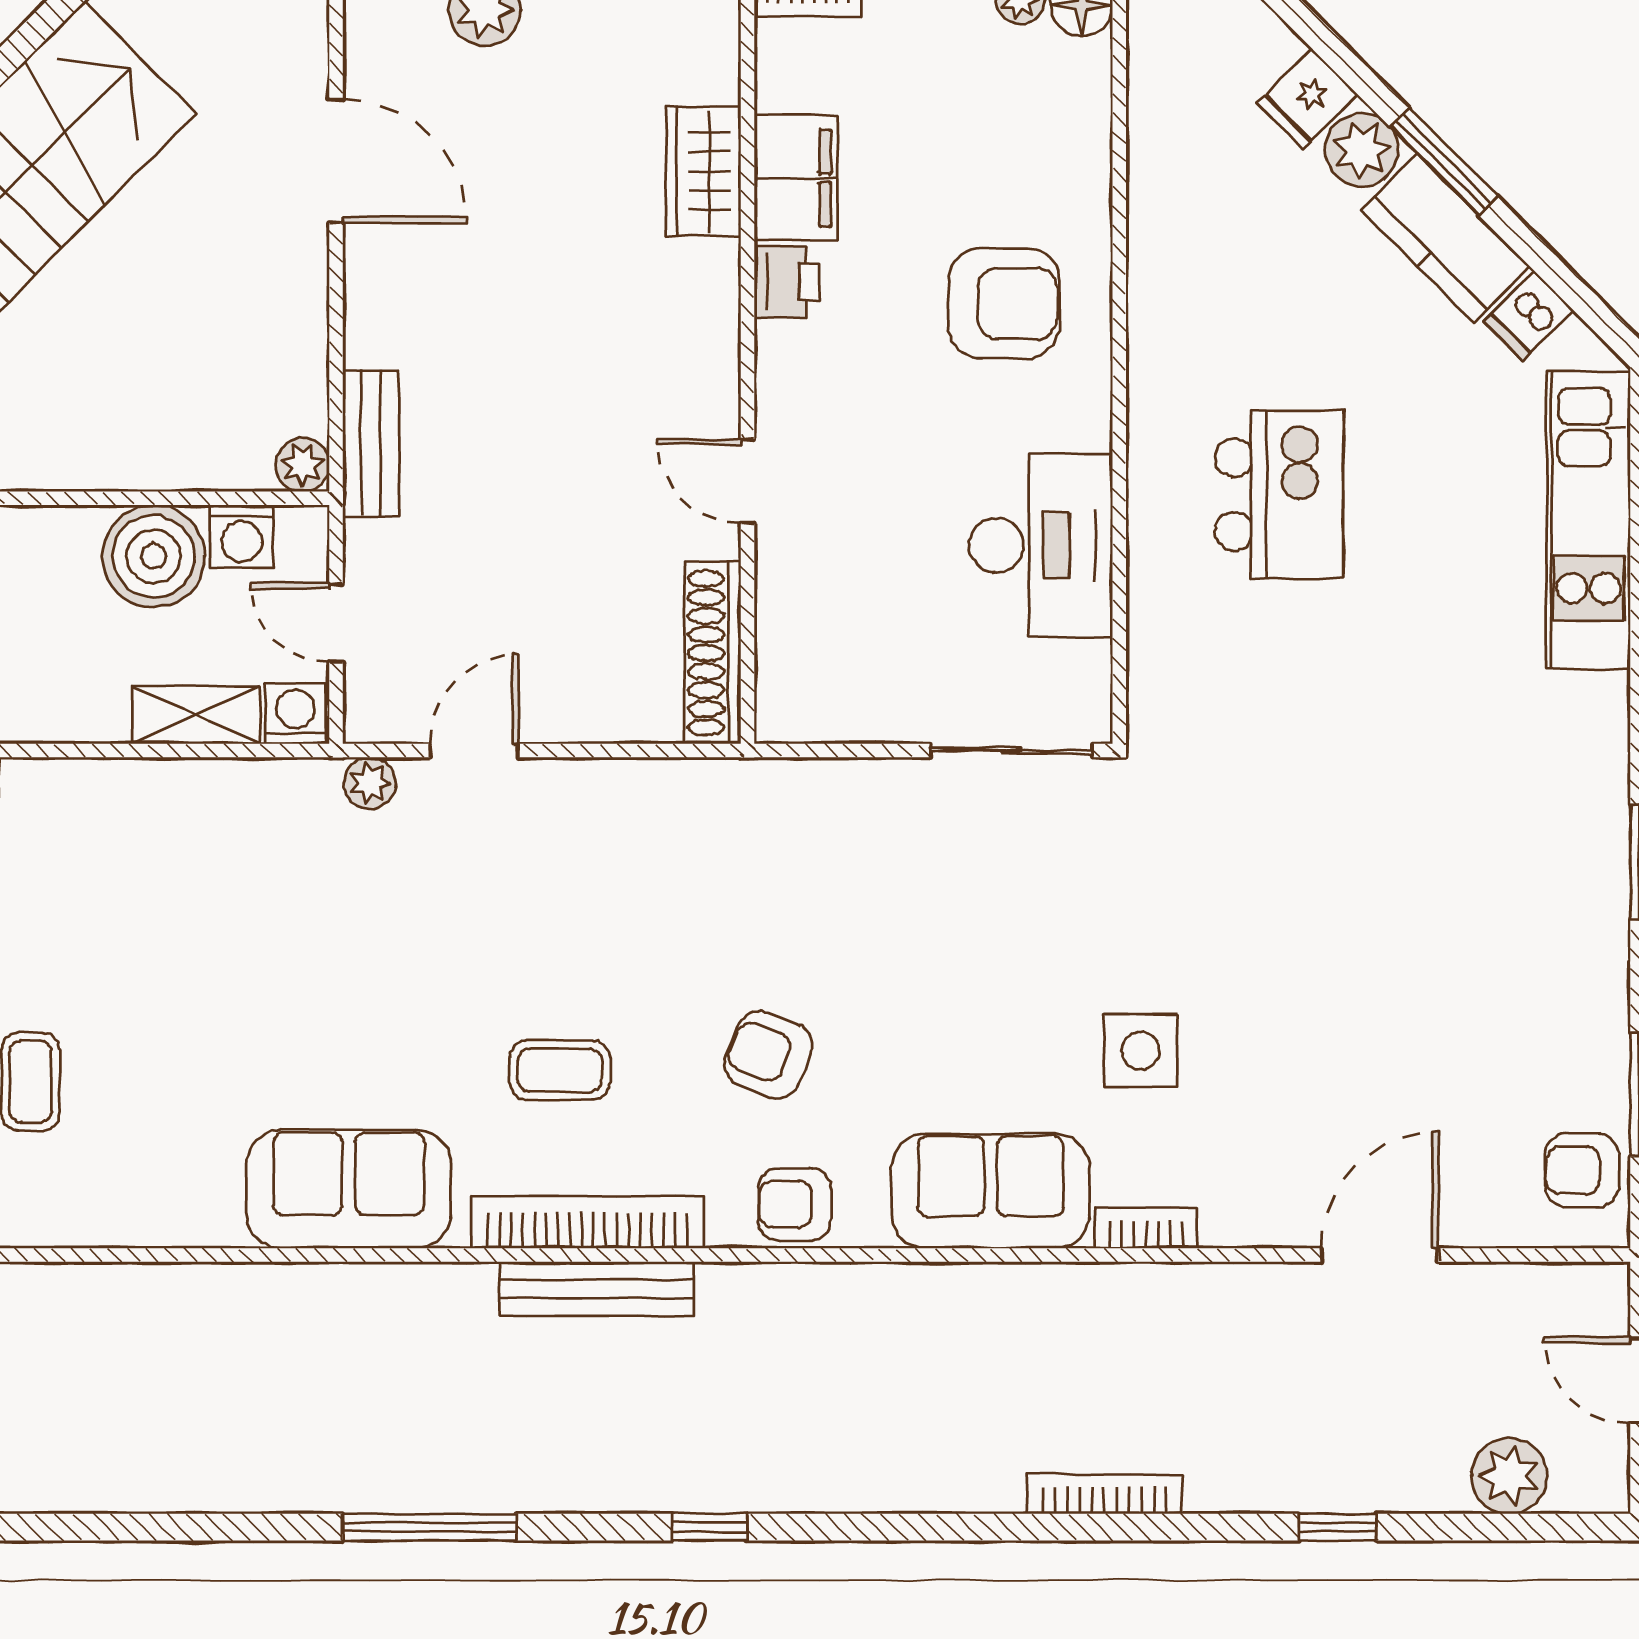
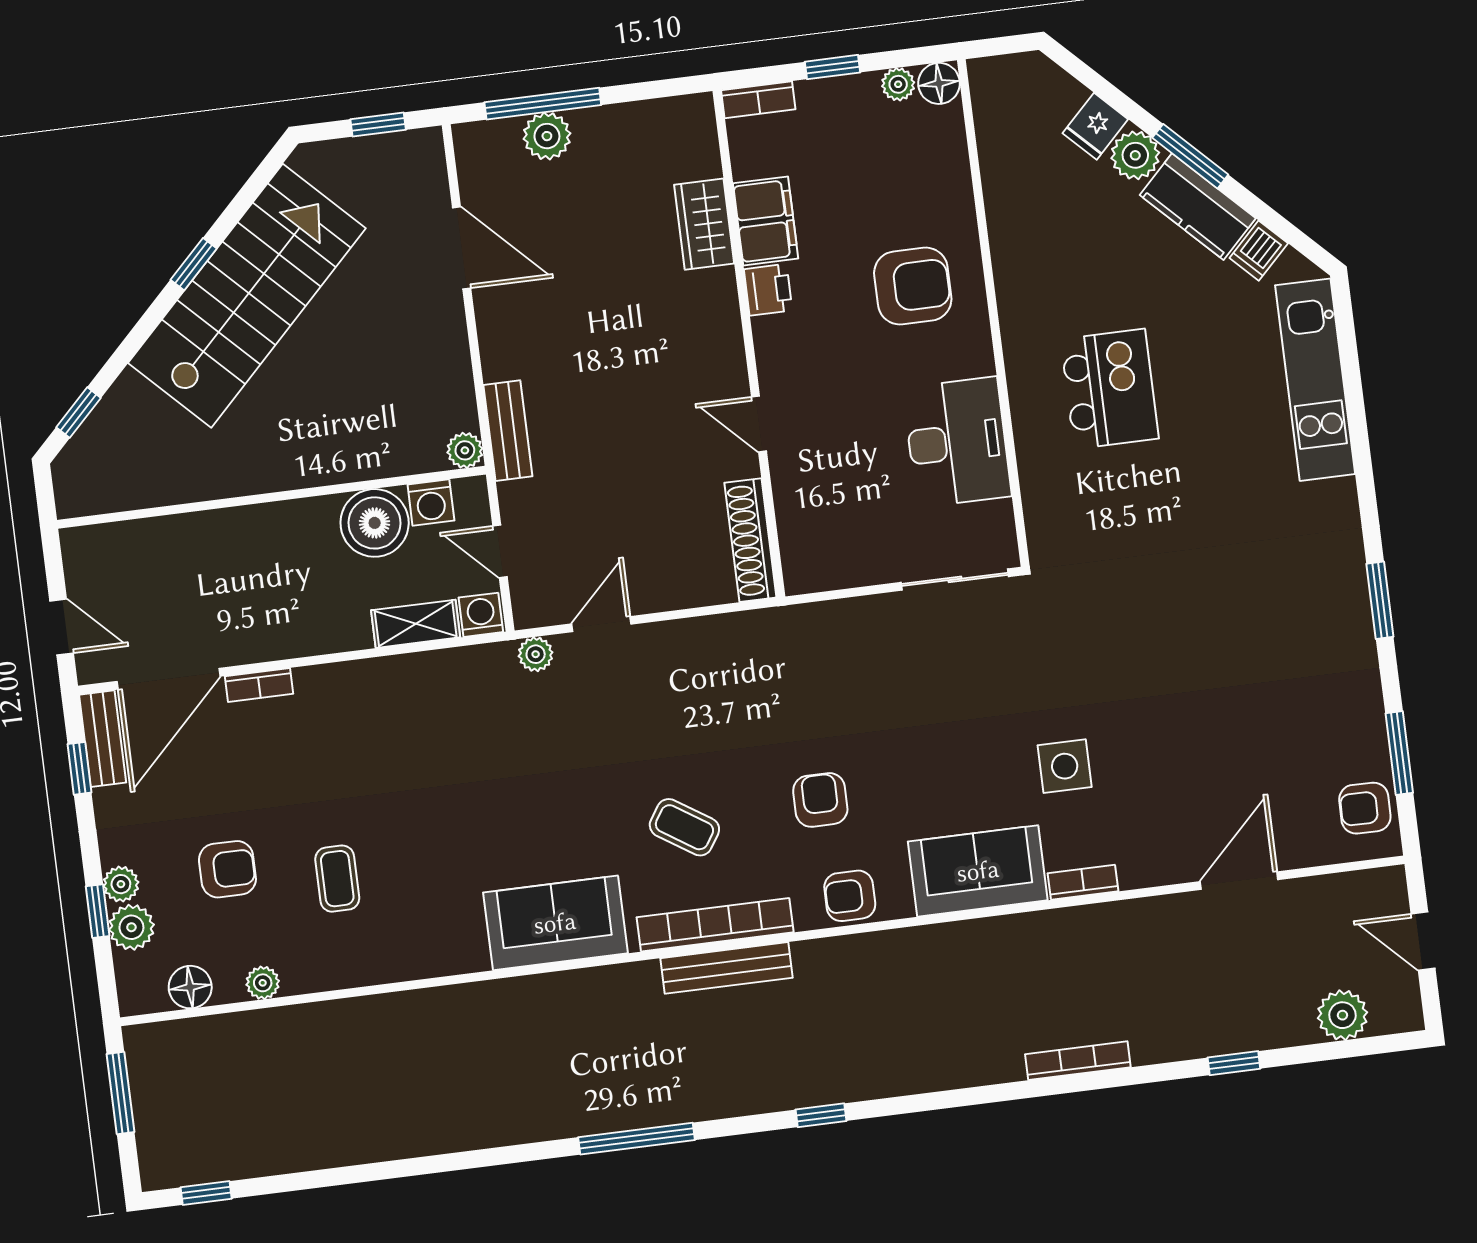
armchair: (768, 1055) -> (820, 800), turned 69
coffee table: (560, 1070) -> (684, 827), turned 33

